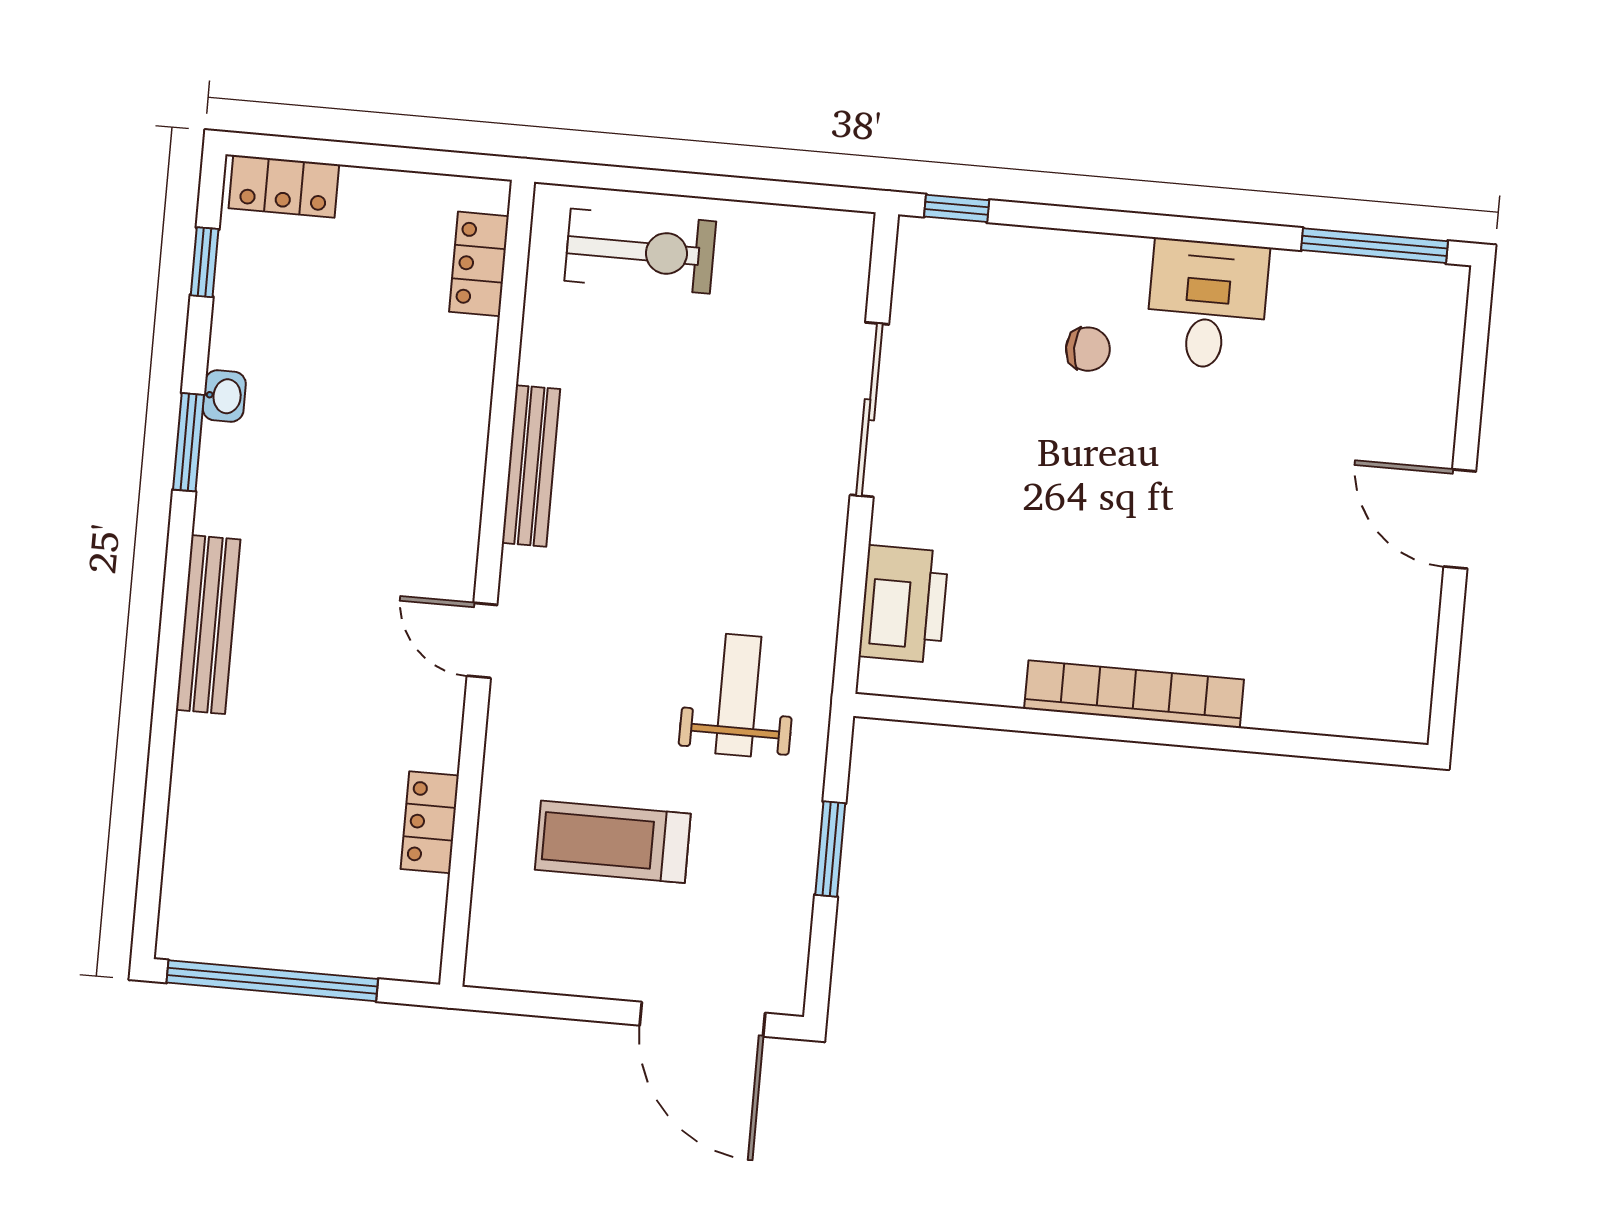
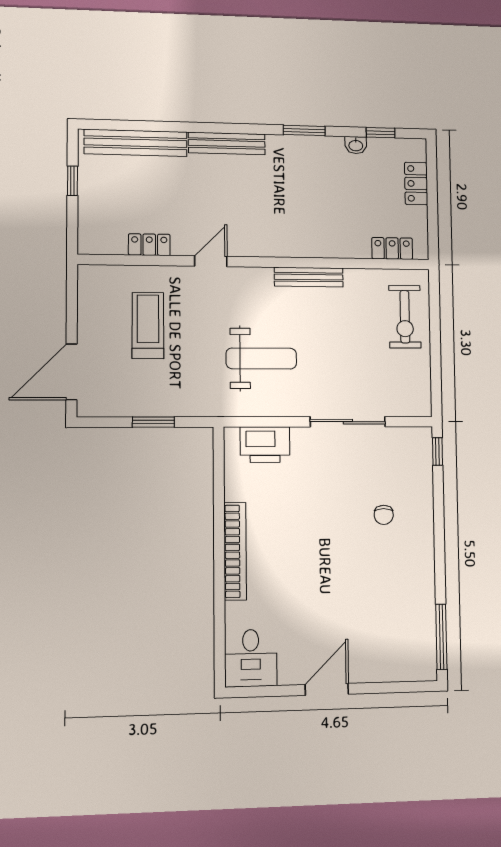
locker: (284, 186) -> (416, 184), moved
desk: (1207, 304) -> (251, 658), moved, turned 90
washbasin: (224, 396) -> (356, 145), moved
door: (482, 640) -> (211, 261), moved
weight bench: (738, 695) -> (261, 358), moved, width x1.36, depth x1.33
bench: (194, 832) -> (136, 143), added
window: (272, 981) -> (73, 181), width x0.32

